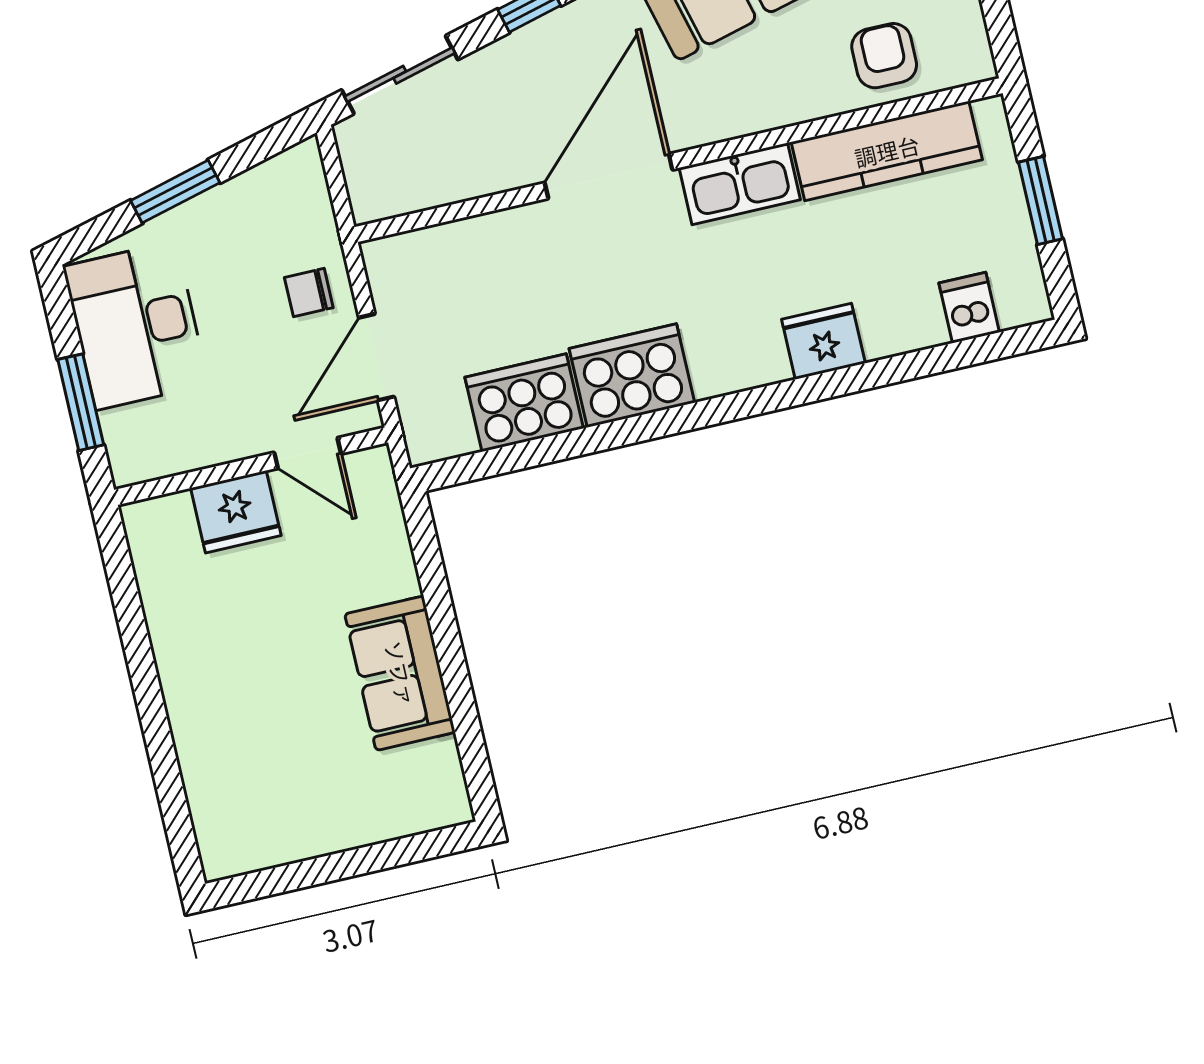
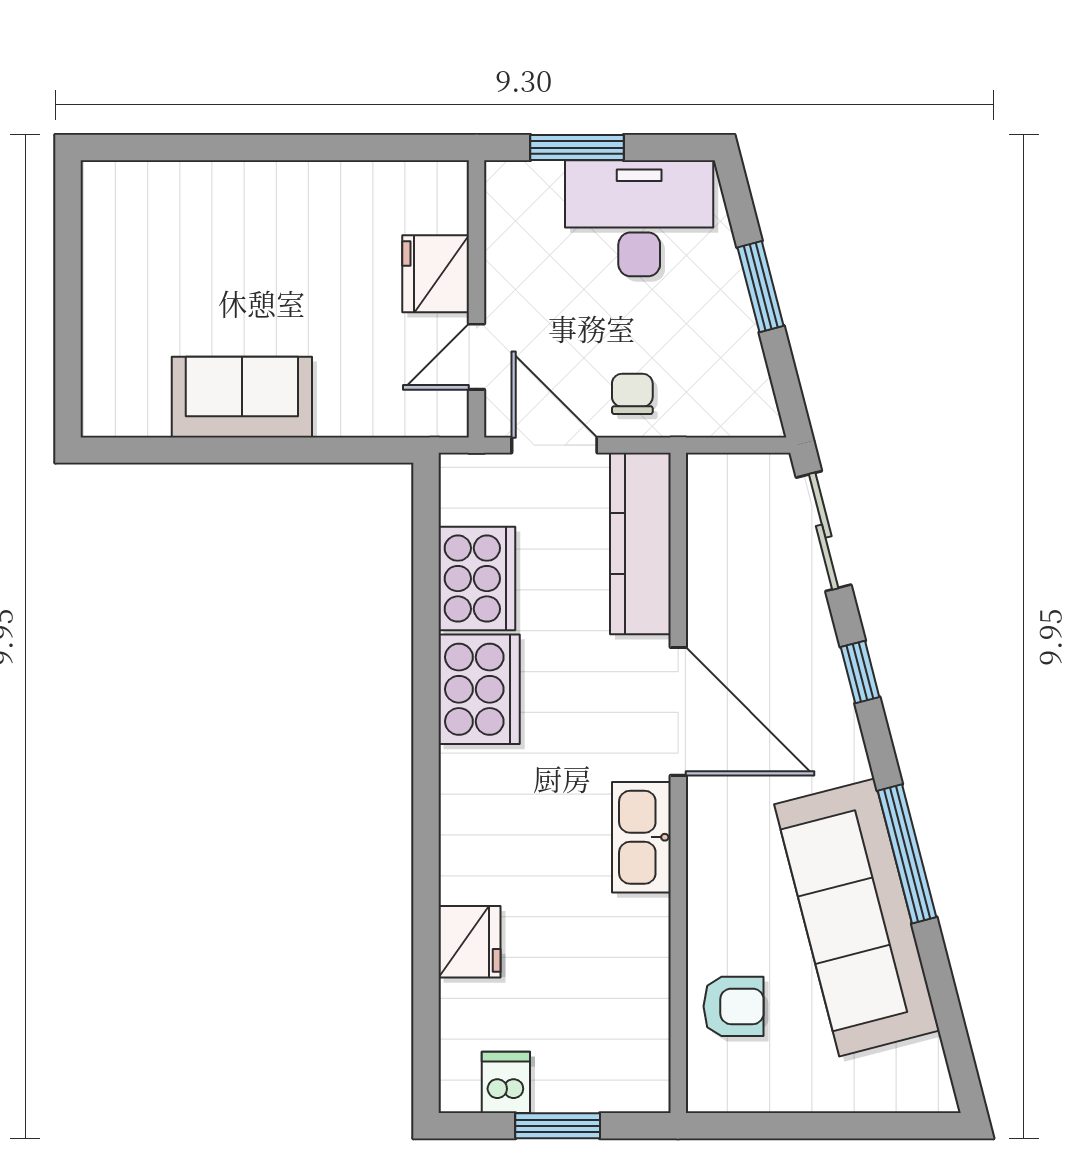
kitchen counter: (887, 151) -> (640, 544), moved
dishwasher: (969, 308) -> (506, 1082), moved, turned -90
fridge: (823, 341) -> (470, 942), moved

